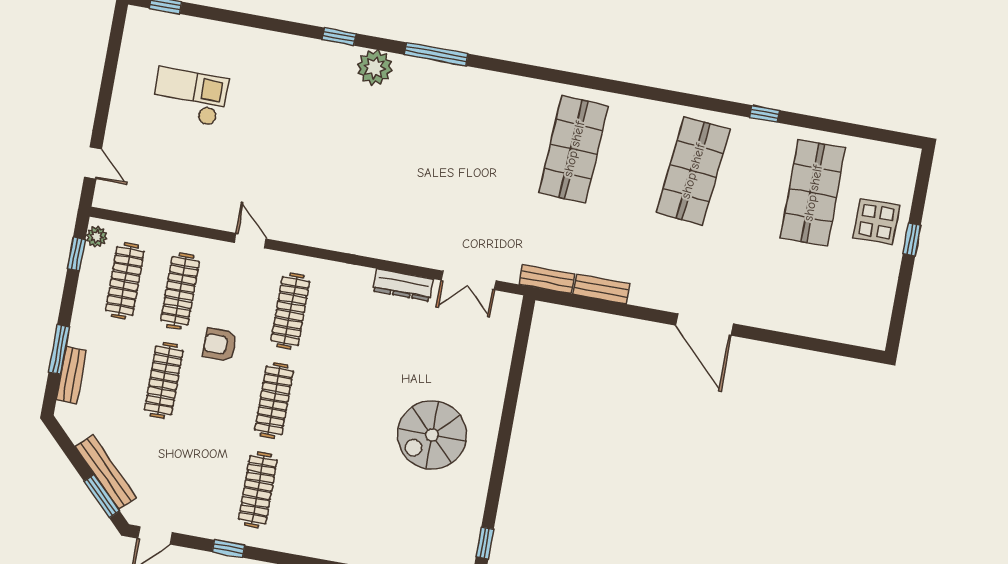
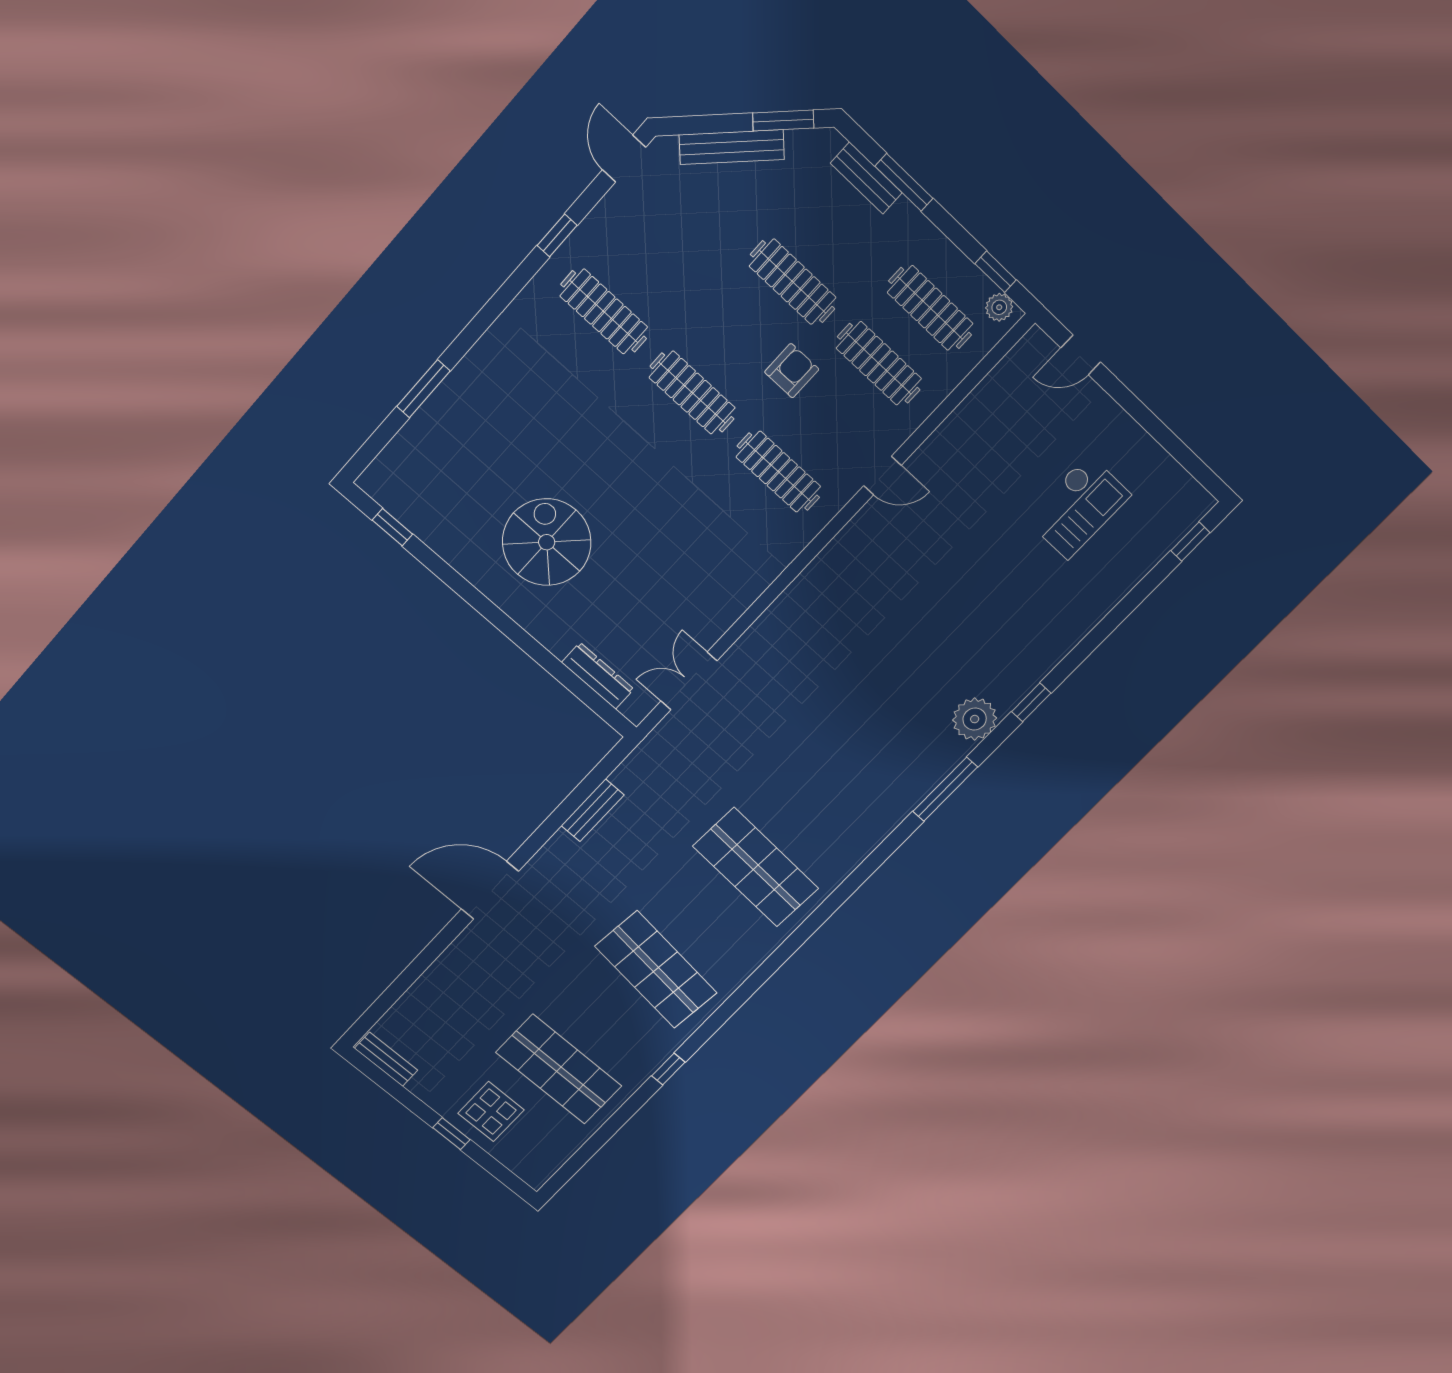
bench: (547, 279) -> (386, 1059), moved, turned 90
dresser: (403, 285) -> (598, 676), moved, turned 90
window: (102, 496) -> (783, 121), moved

